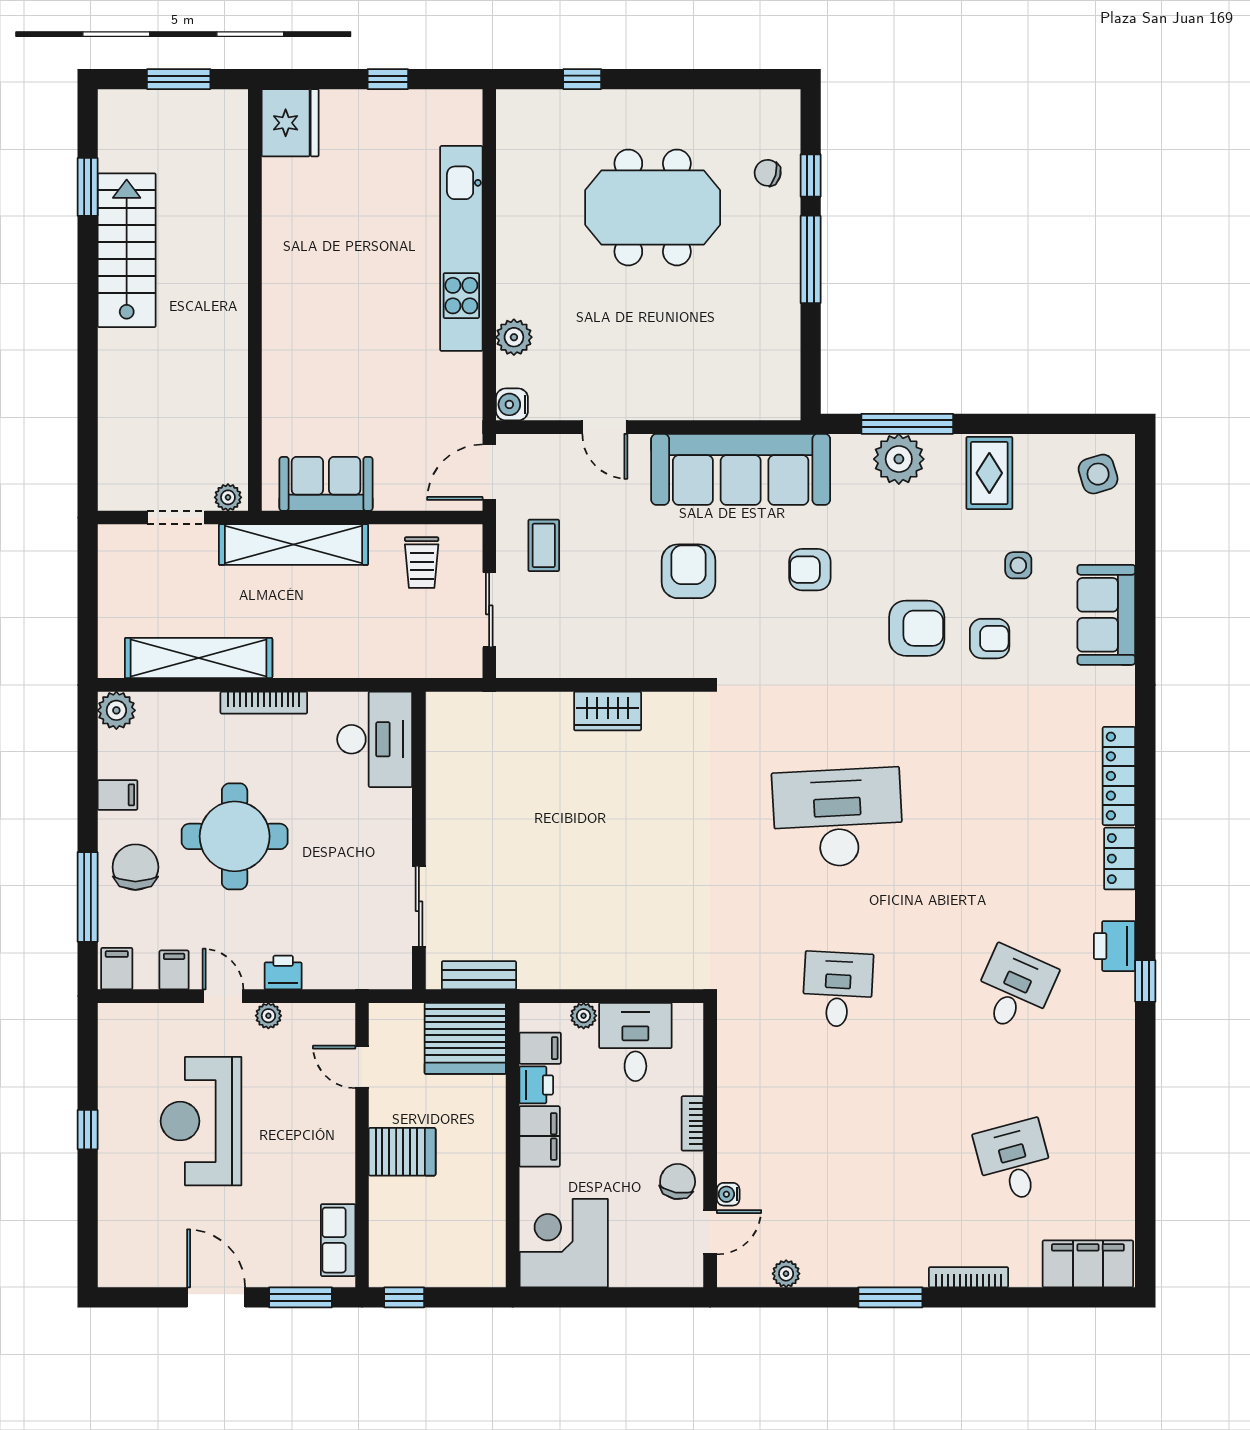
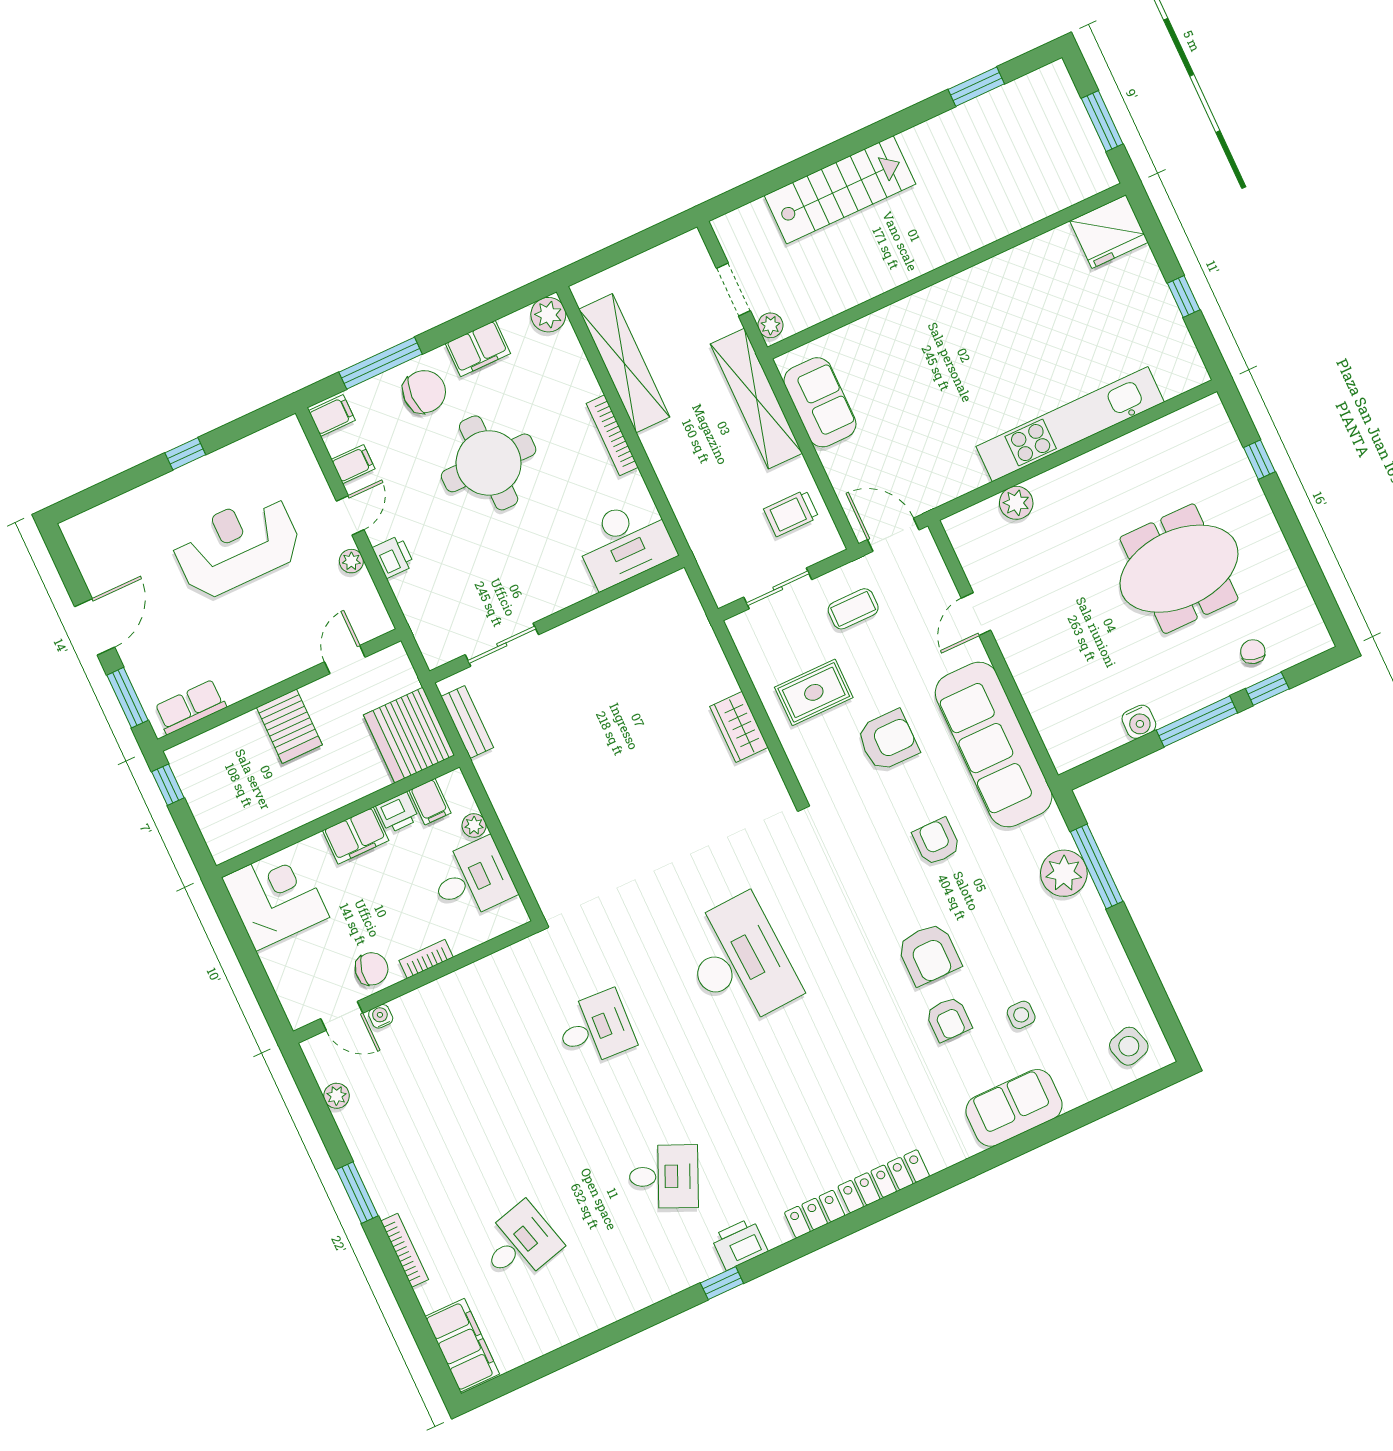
meeting table: (653, 207) -> (1179, 569), turned 90
stairs: (127, 250) -> (840, 190), moved
water cooler: (512, 404) -> (1139, 722), moved, turned 180
rug: (989, 473) -> (814, 692), moved
filing cabinet: (118, 795) -> (478, 349), width x2.00

